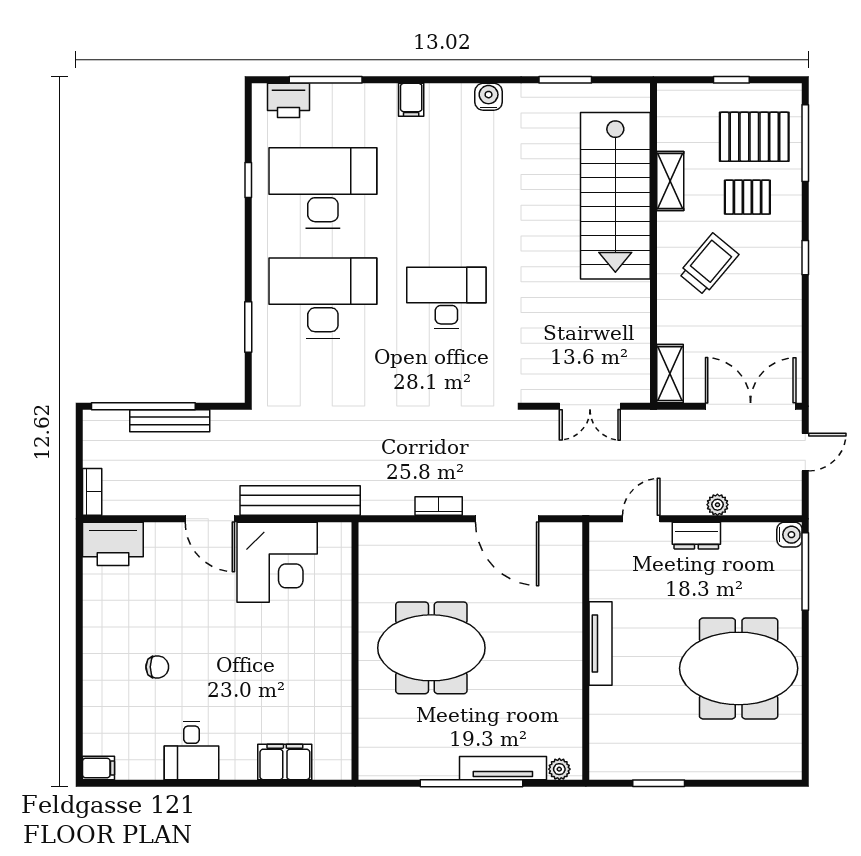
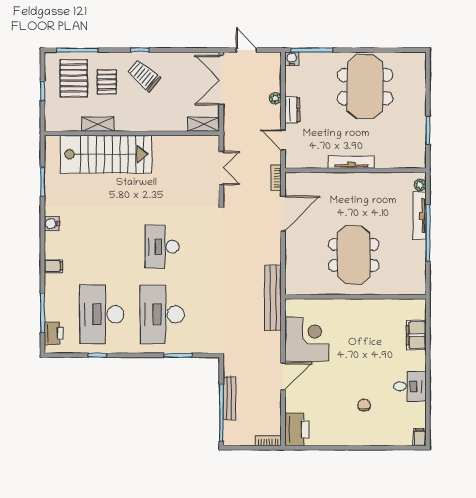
trolley: (709, 264) -> (144, 76), moved
bench: (300, 500) -> (273, 298), moved
bookcase: (439, 506) -> (276, 178), moved

